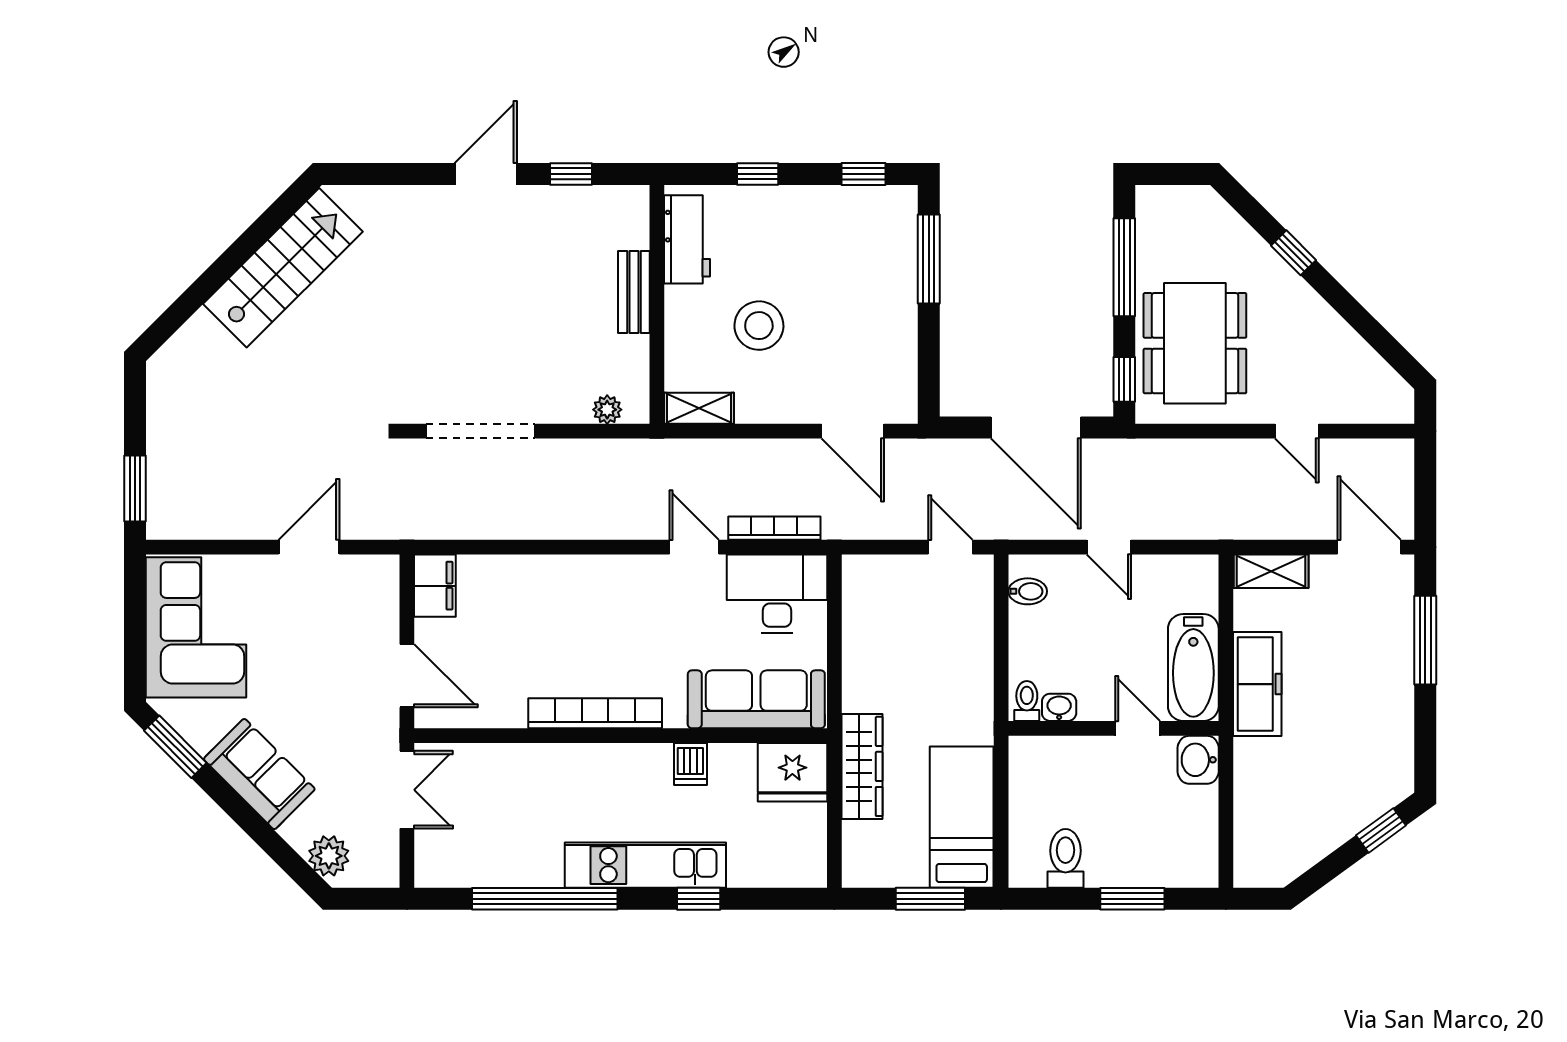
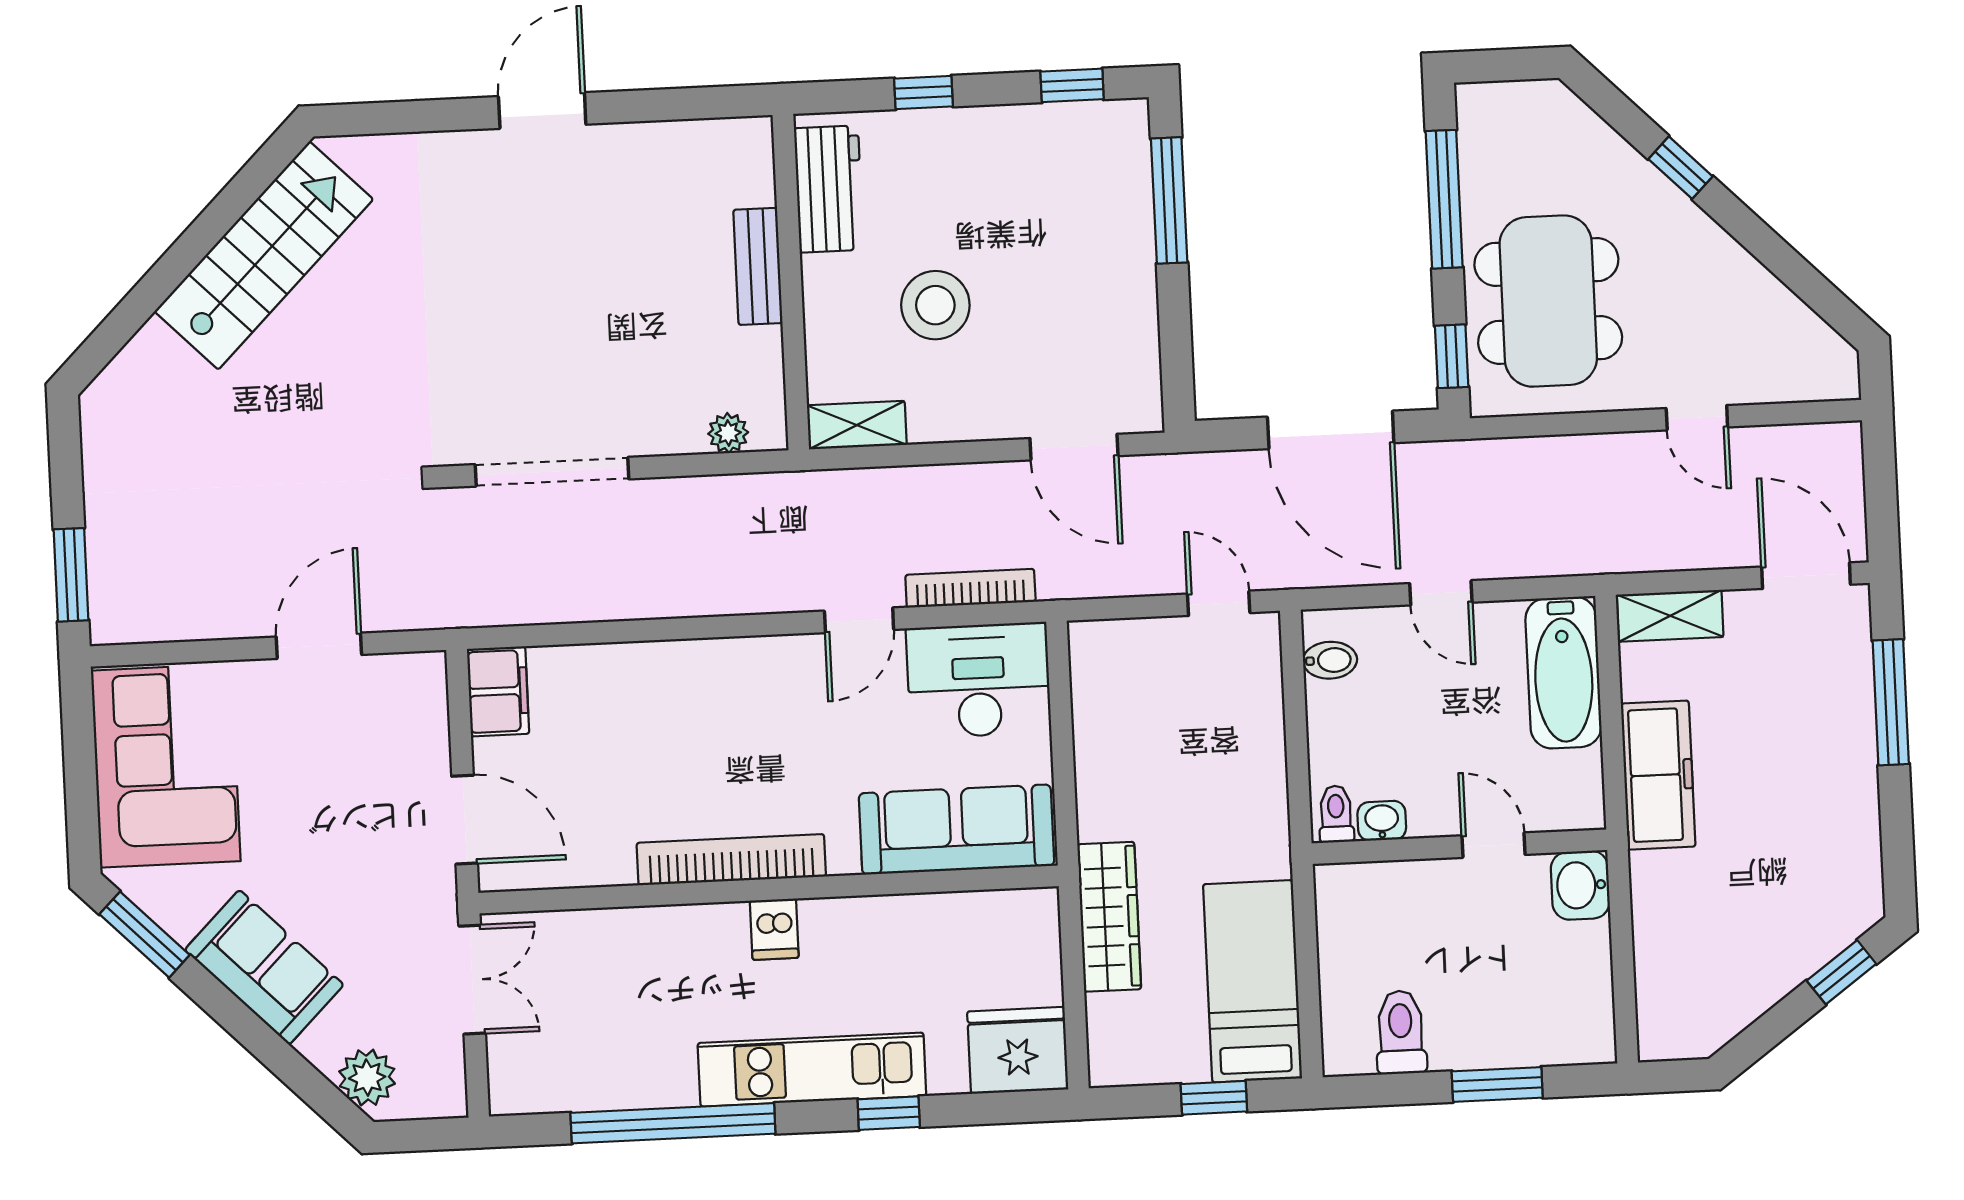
window: (571, 174) -> (662, 105), removed
door: (694, 547) -> (859, 620), swing flipped
bathtub: (1193, 668) -> (1563, 673), moved
dishwasher: (690, 764) -> (774, 929), moved
fridge: (792, 772) -> (1018, 1050), moved, turned 180
window: (930, 899) -> (1214, 1098), width x0.67

